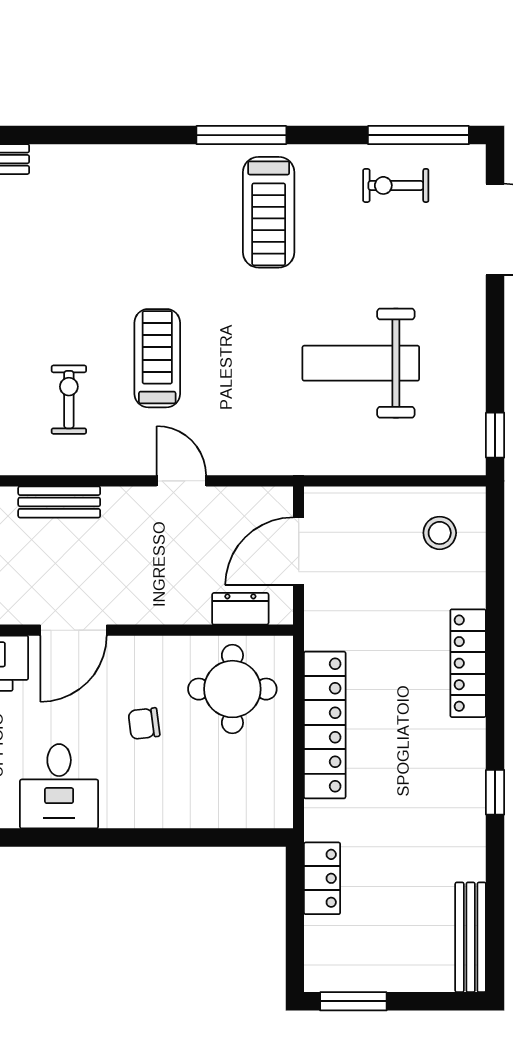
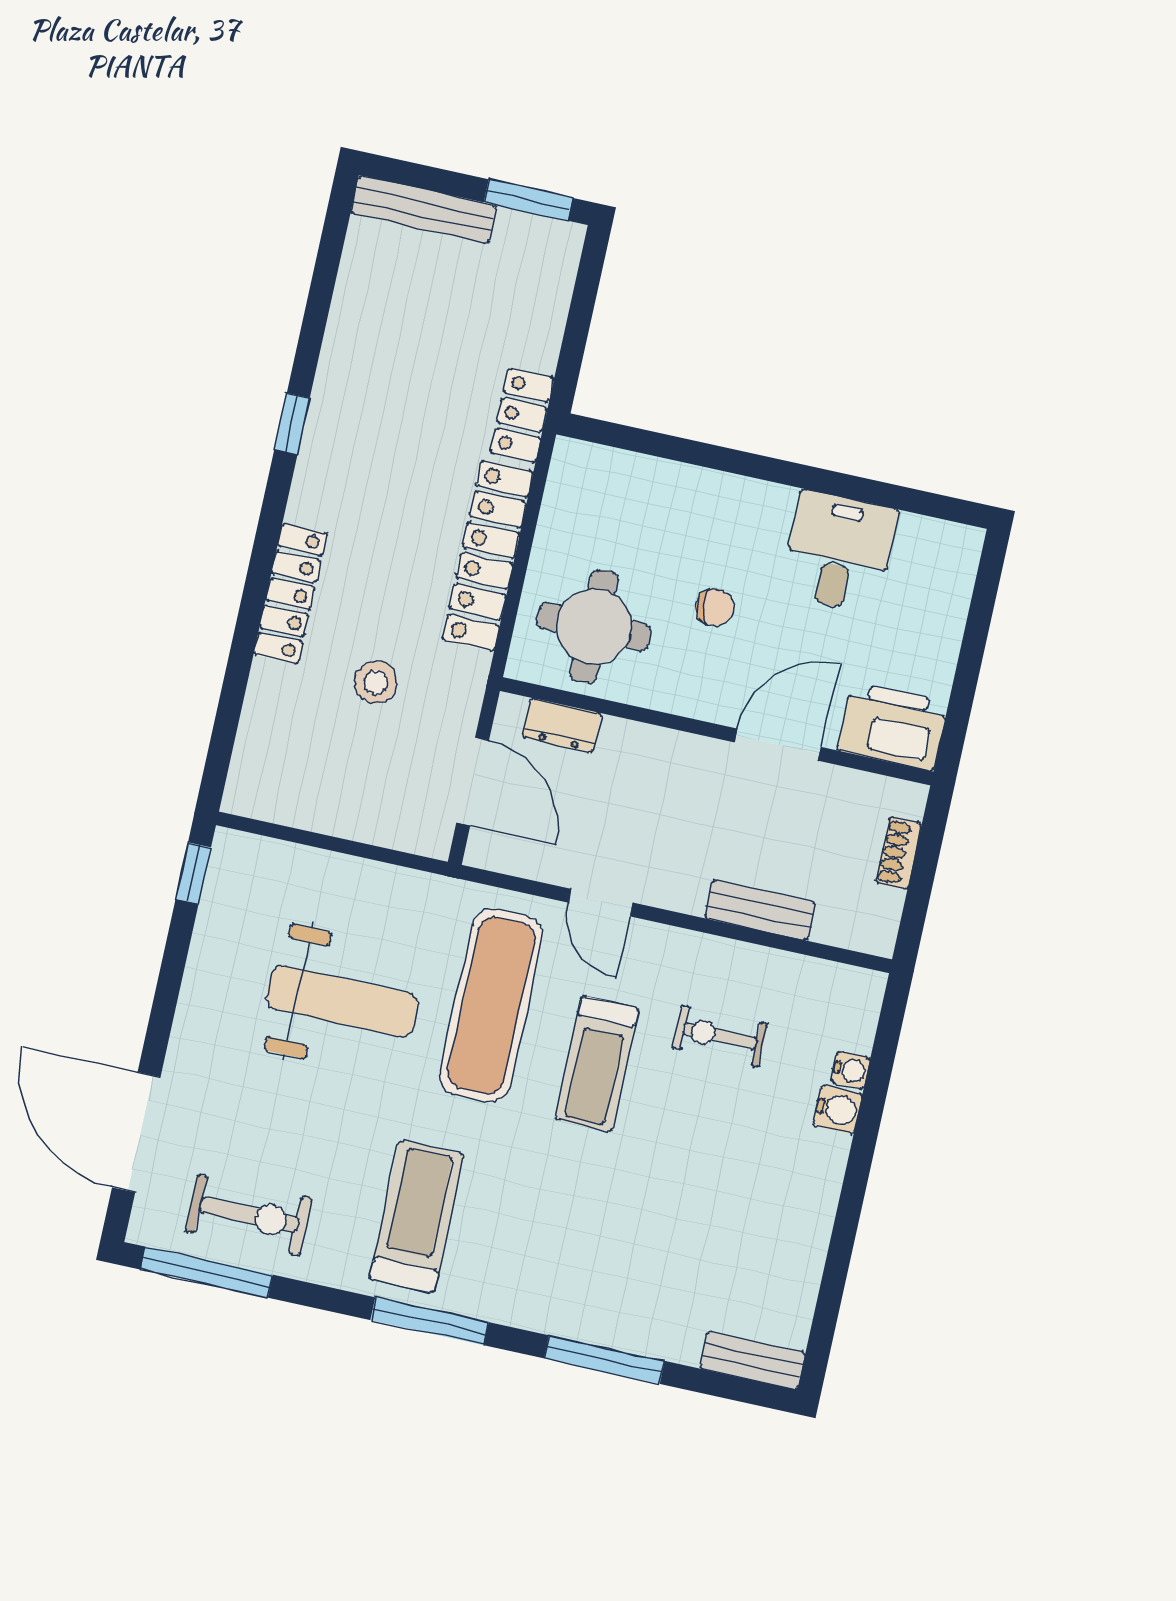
window: (102, 135) -> (604, 1360), added
exercise bike: (396, 185) -> (249, 1215), width x1.38, depth x1.39
exercise mat: (247, 385) -> (491, 1005), added
exercise bike: (69, 400) -> (720, 1036), turned 90
stool: (440, 533) -> (376, 682), moved
door: (299, 551) -> (473, 782), hinge flipped
locker: (322, 878) -> (522, 415), moved
bench: (471, 937) -> (424, 209), moved, turned 90

